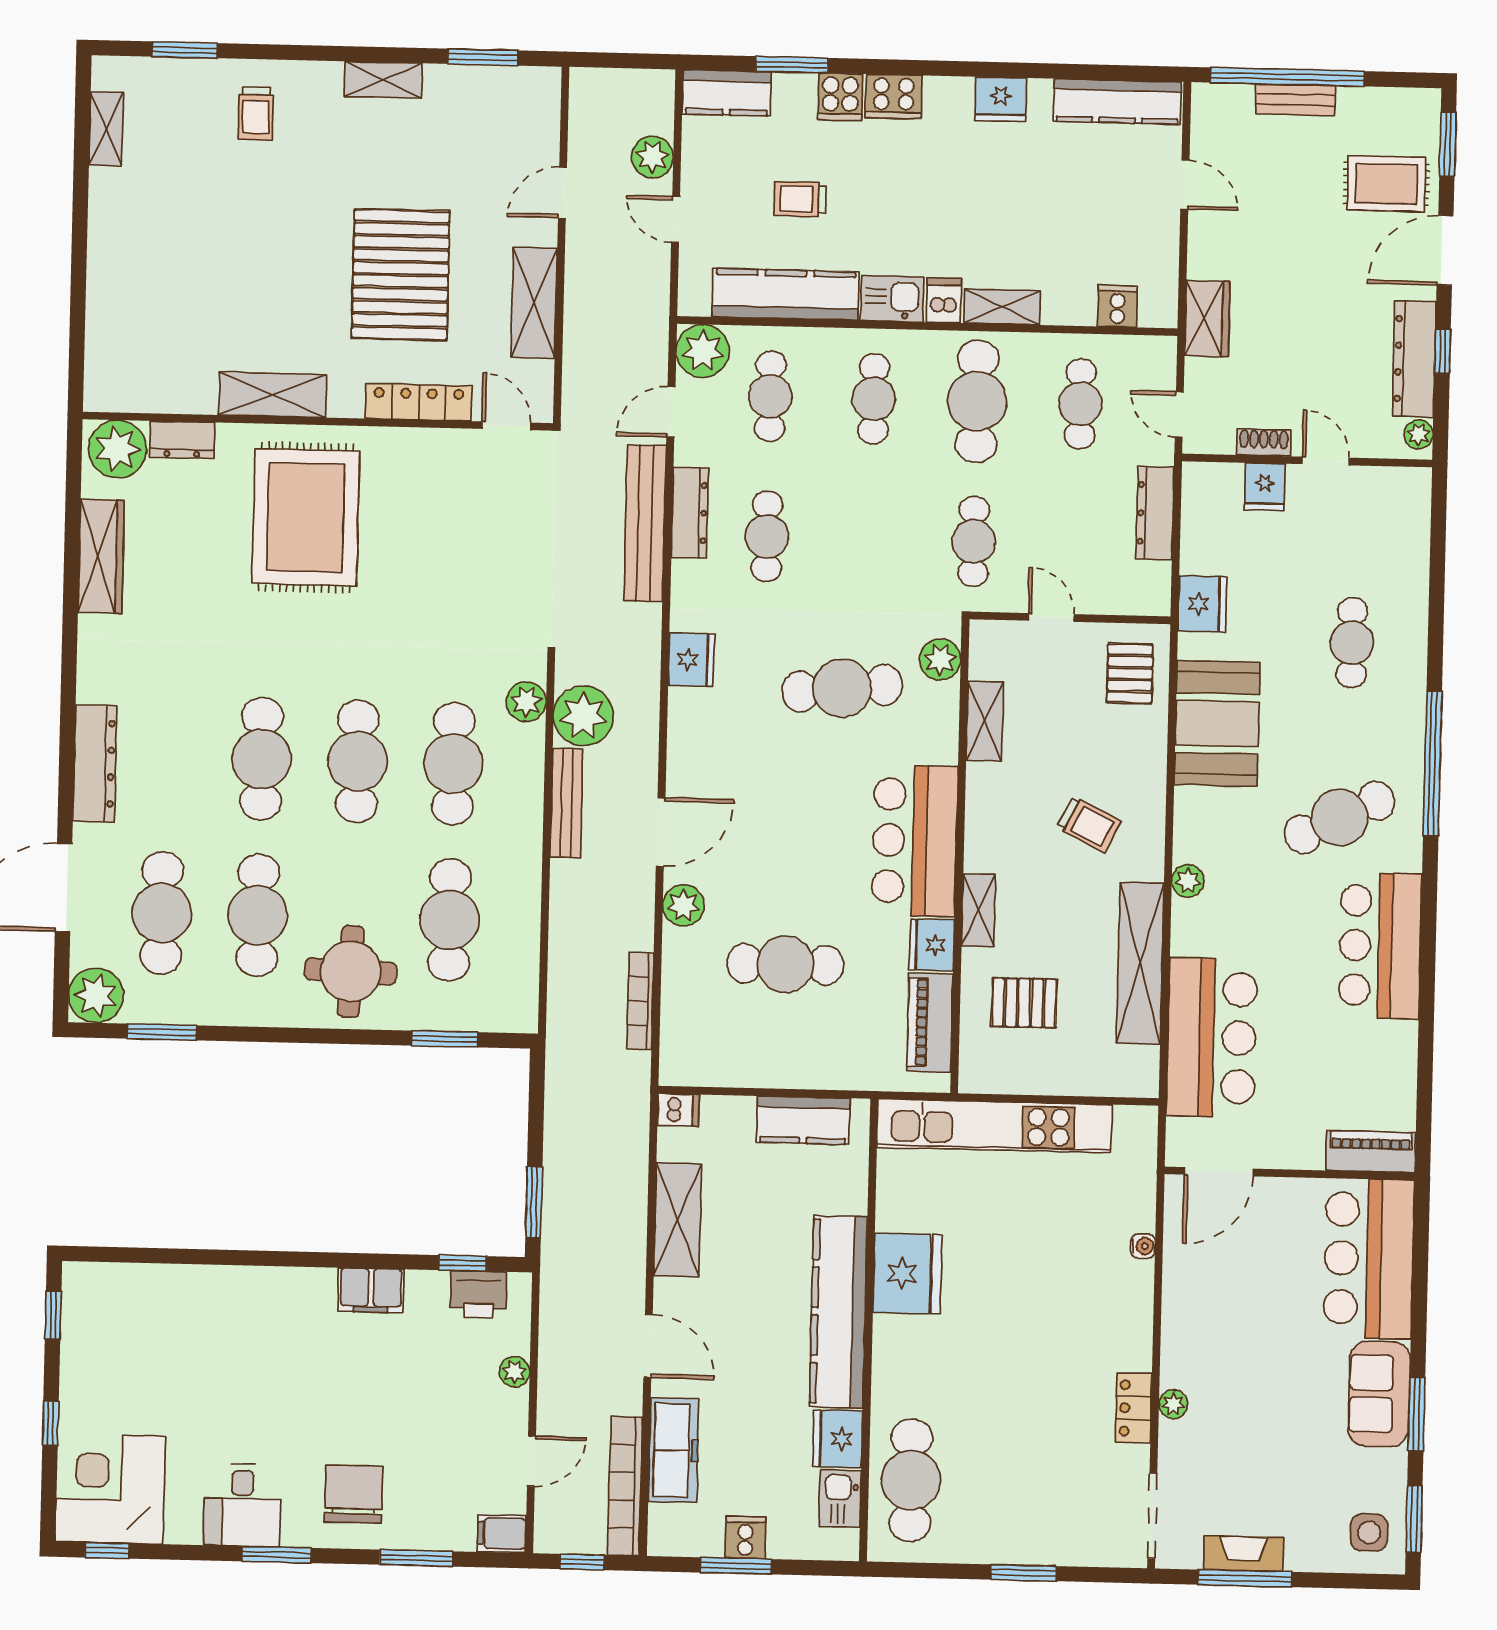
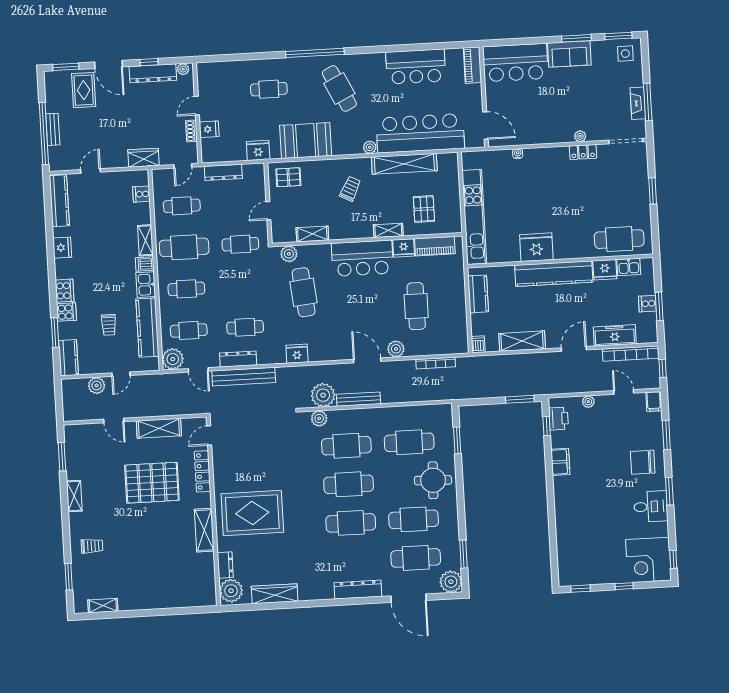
bar counter: (1380, 946) -> (416, 67), moved
bar counter: (1212, 1038) -> (420, 133), width x1.36

